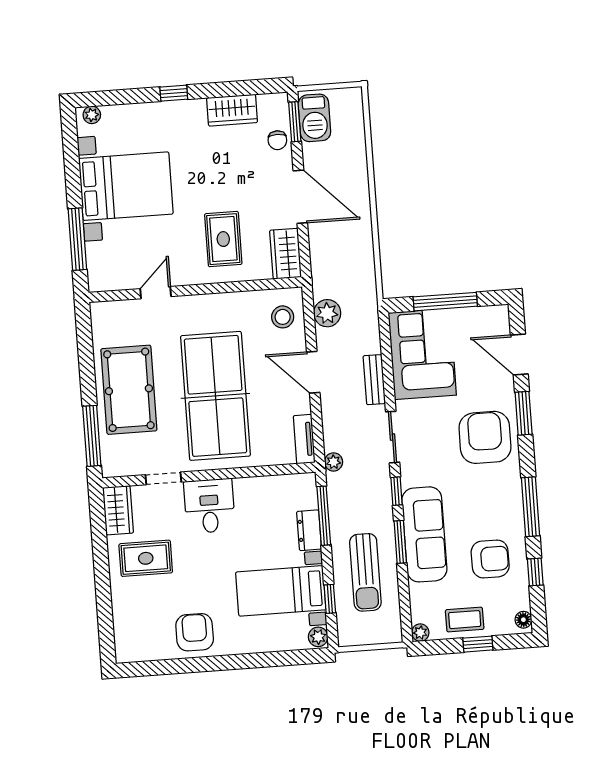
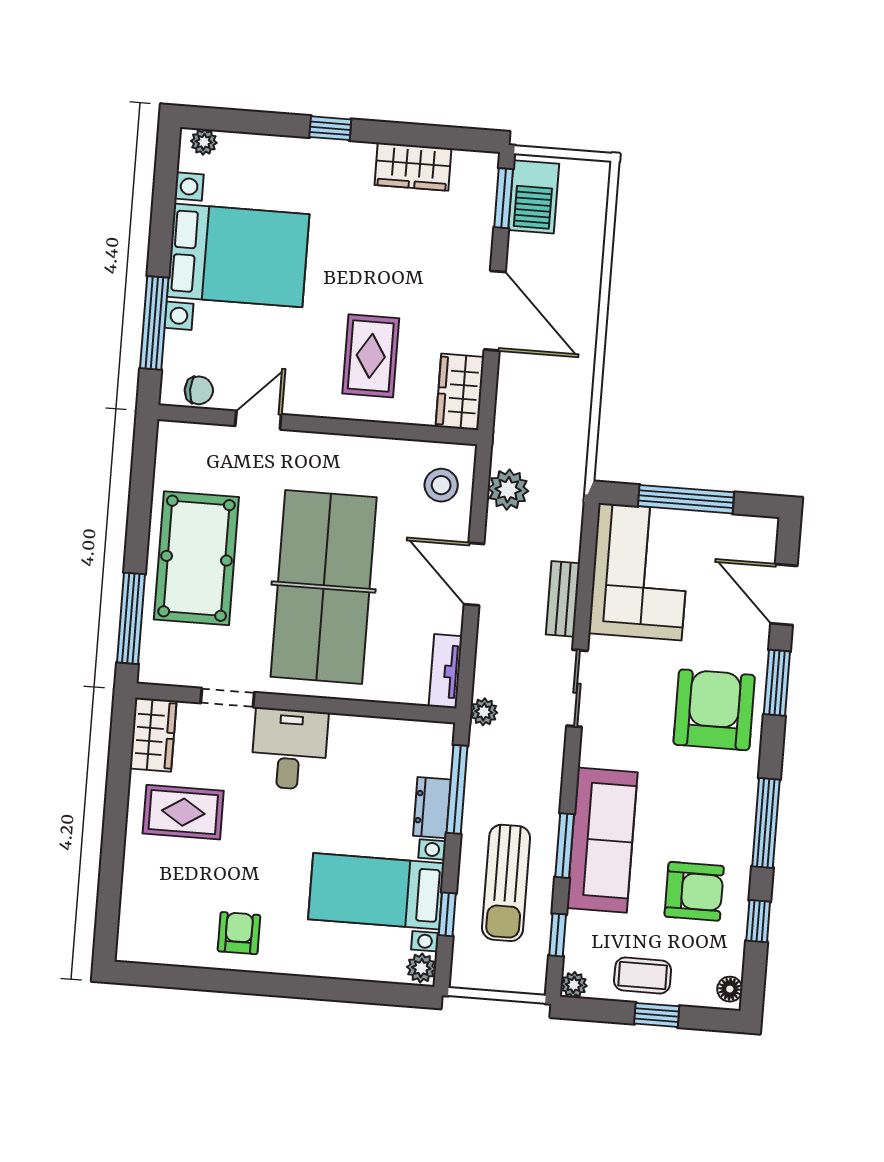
chair: (277, 140) -> (199, 390), moved, turned -90
window: (397, 491) -> (558, 935), moved
armchair: (195, 632) -> (239, 933), width x0.72, depth x0.72

